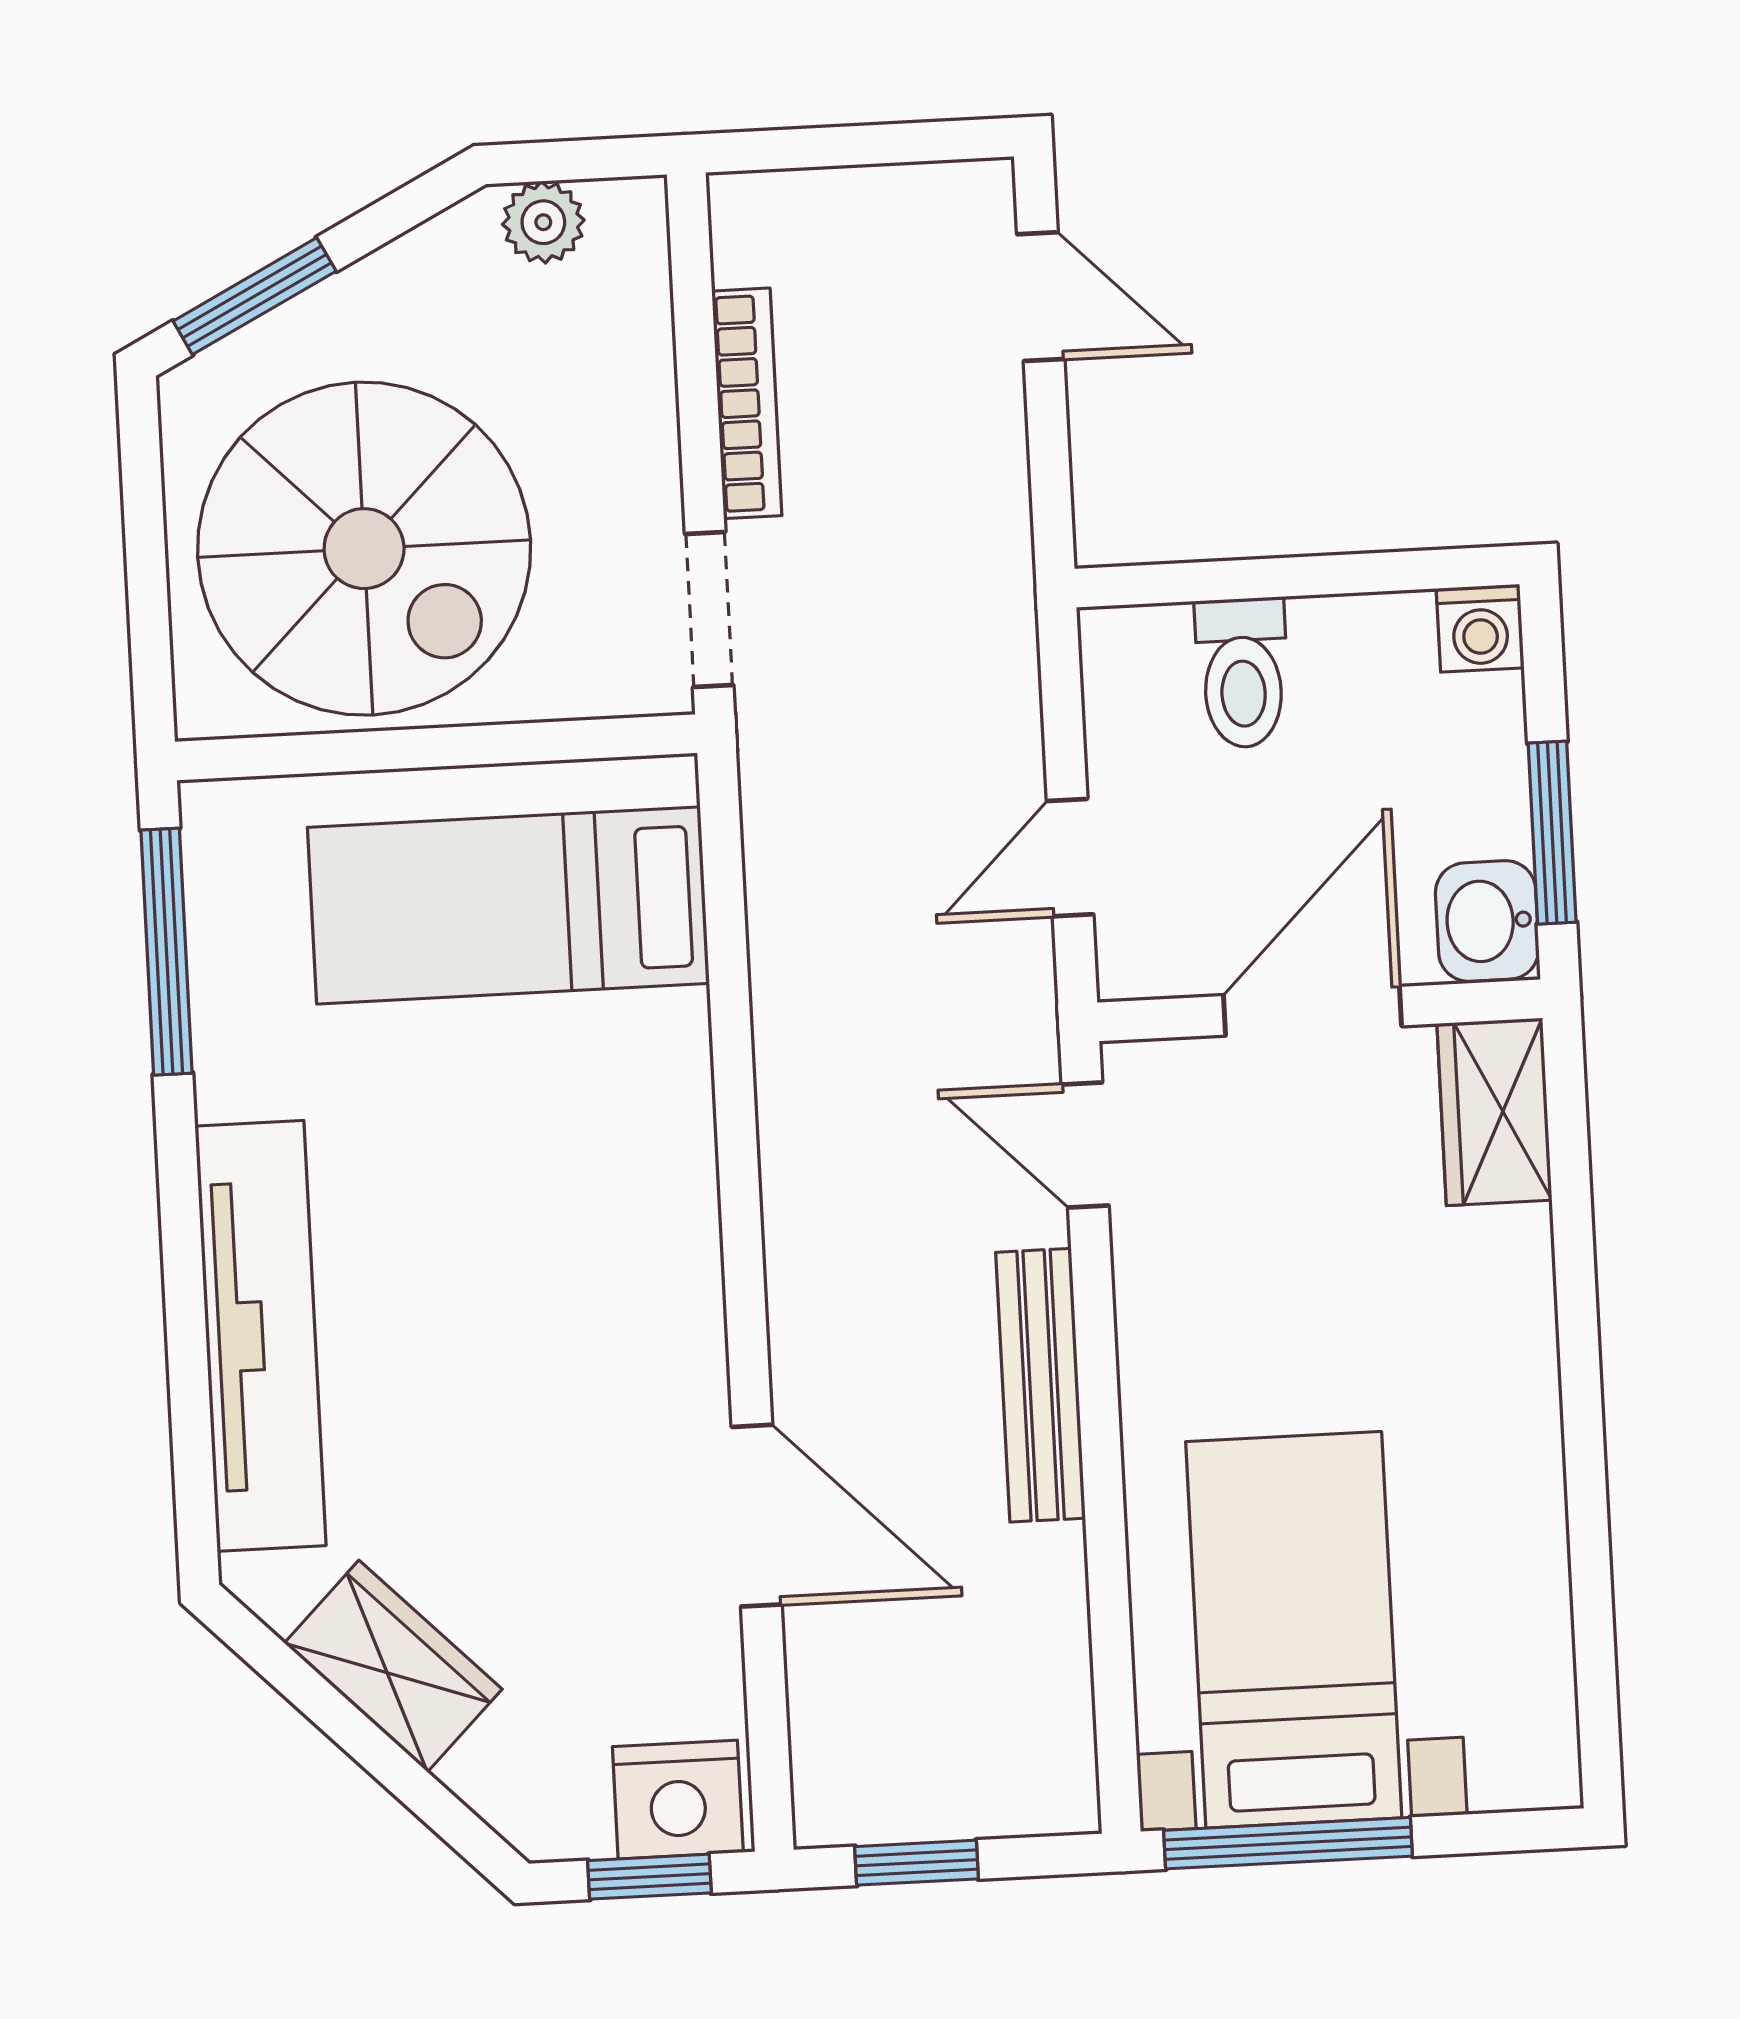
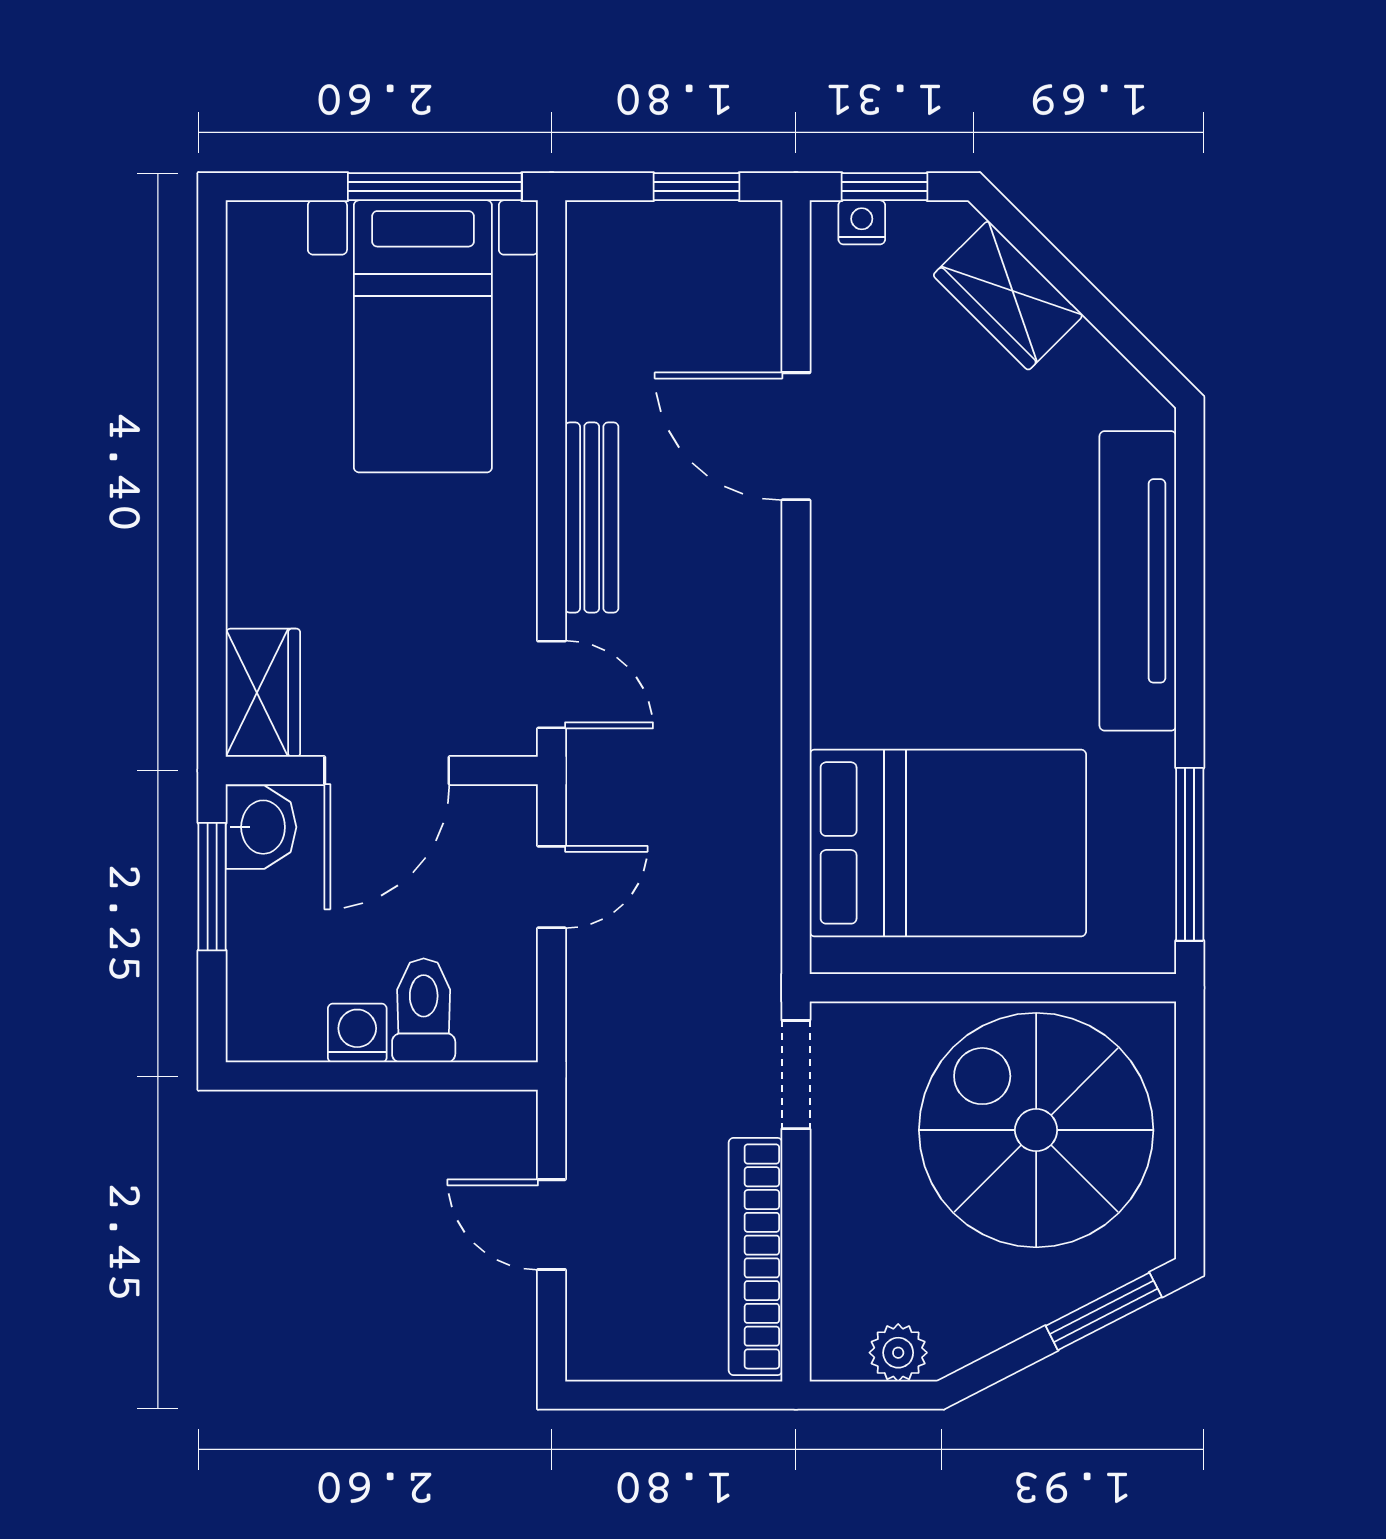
door: (1041, 297) -> (552, 1225), moved
bookcase: (747, 403) -> (755, 1256), width x1.48, depth x1.31
washing machine: (1480, 628) -> (357, 1033), moved
bed: (508, 905) -> (948, 843), width x1.50
wardrobe: (393, 1666) -> (1008, 295), moved
nightstand: (678, 1800) -> (862, 222), width x0.53, depth x0.56

